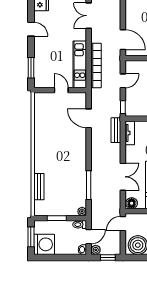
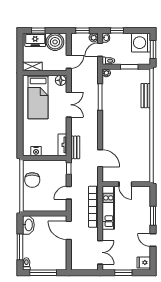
window: (31, 68) -> (153, 216), moved
double door: (123, 177) -> (69, 105), swing flipped
window: (70, 257) -> (117, 31), added

